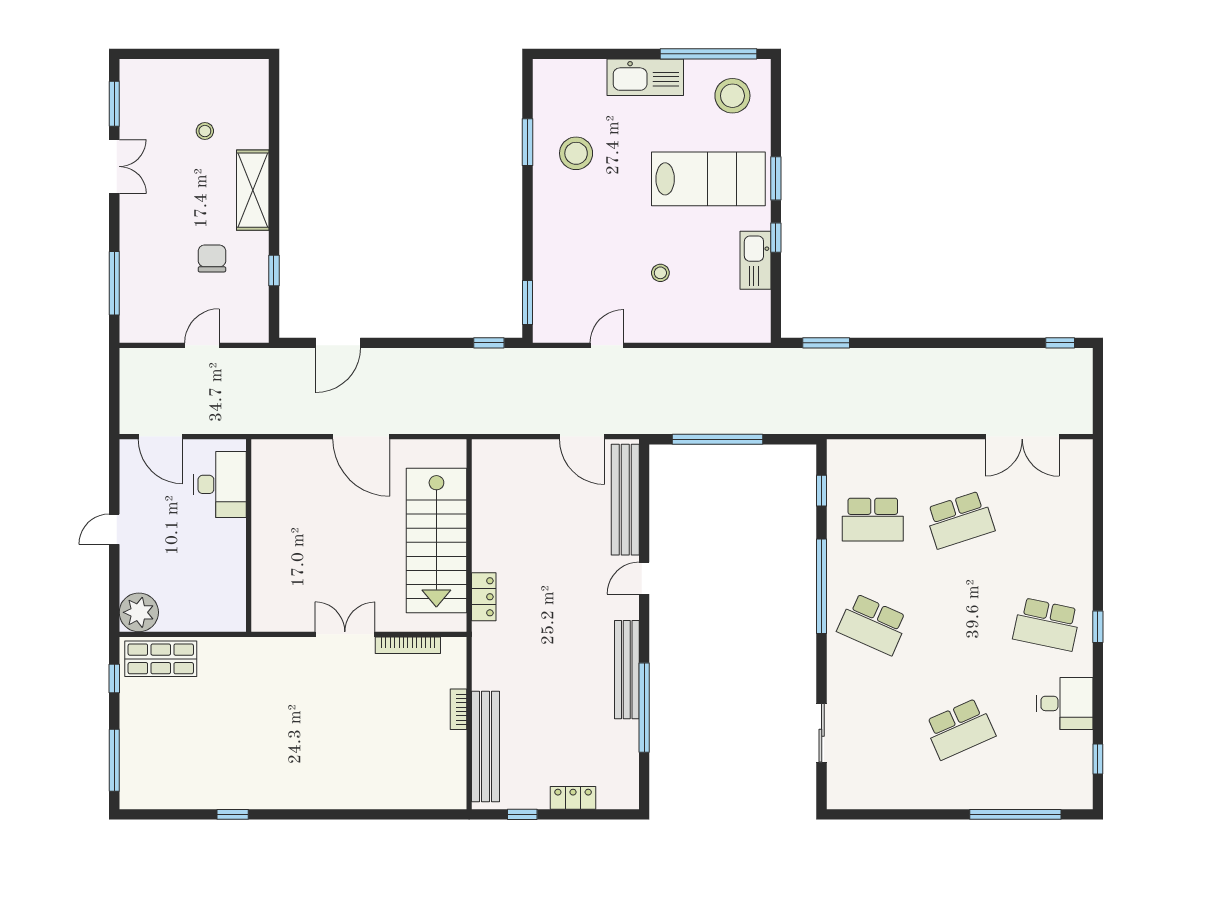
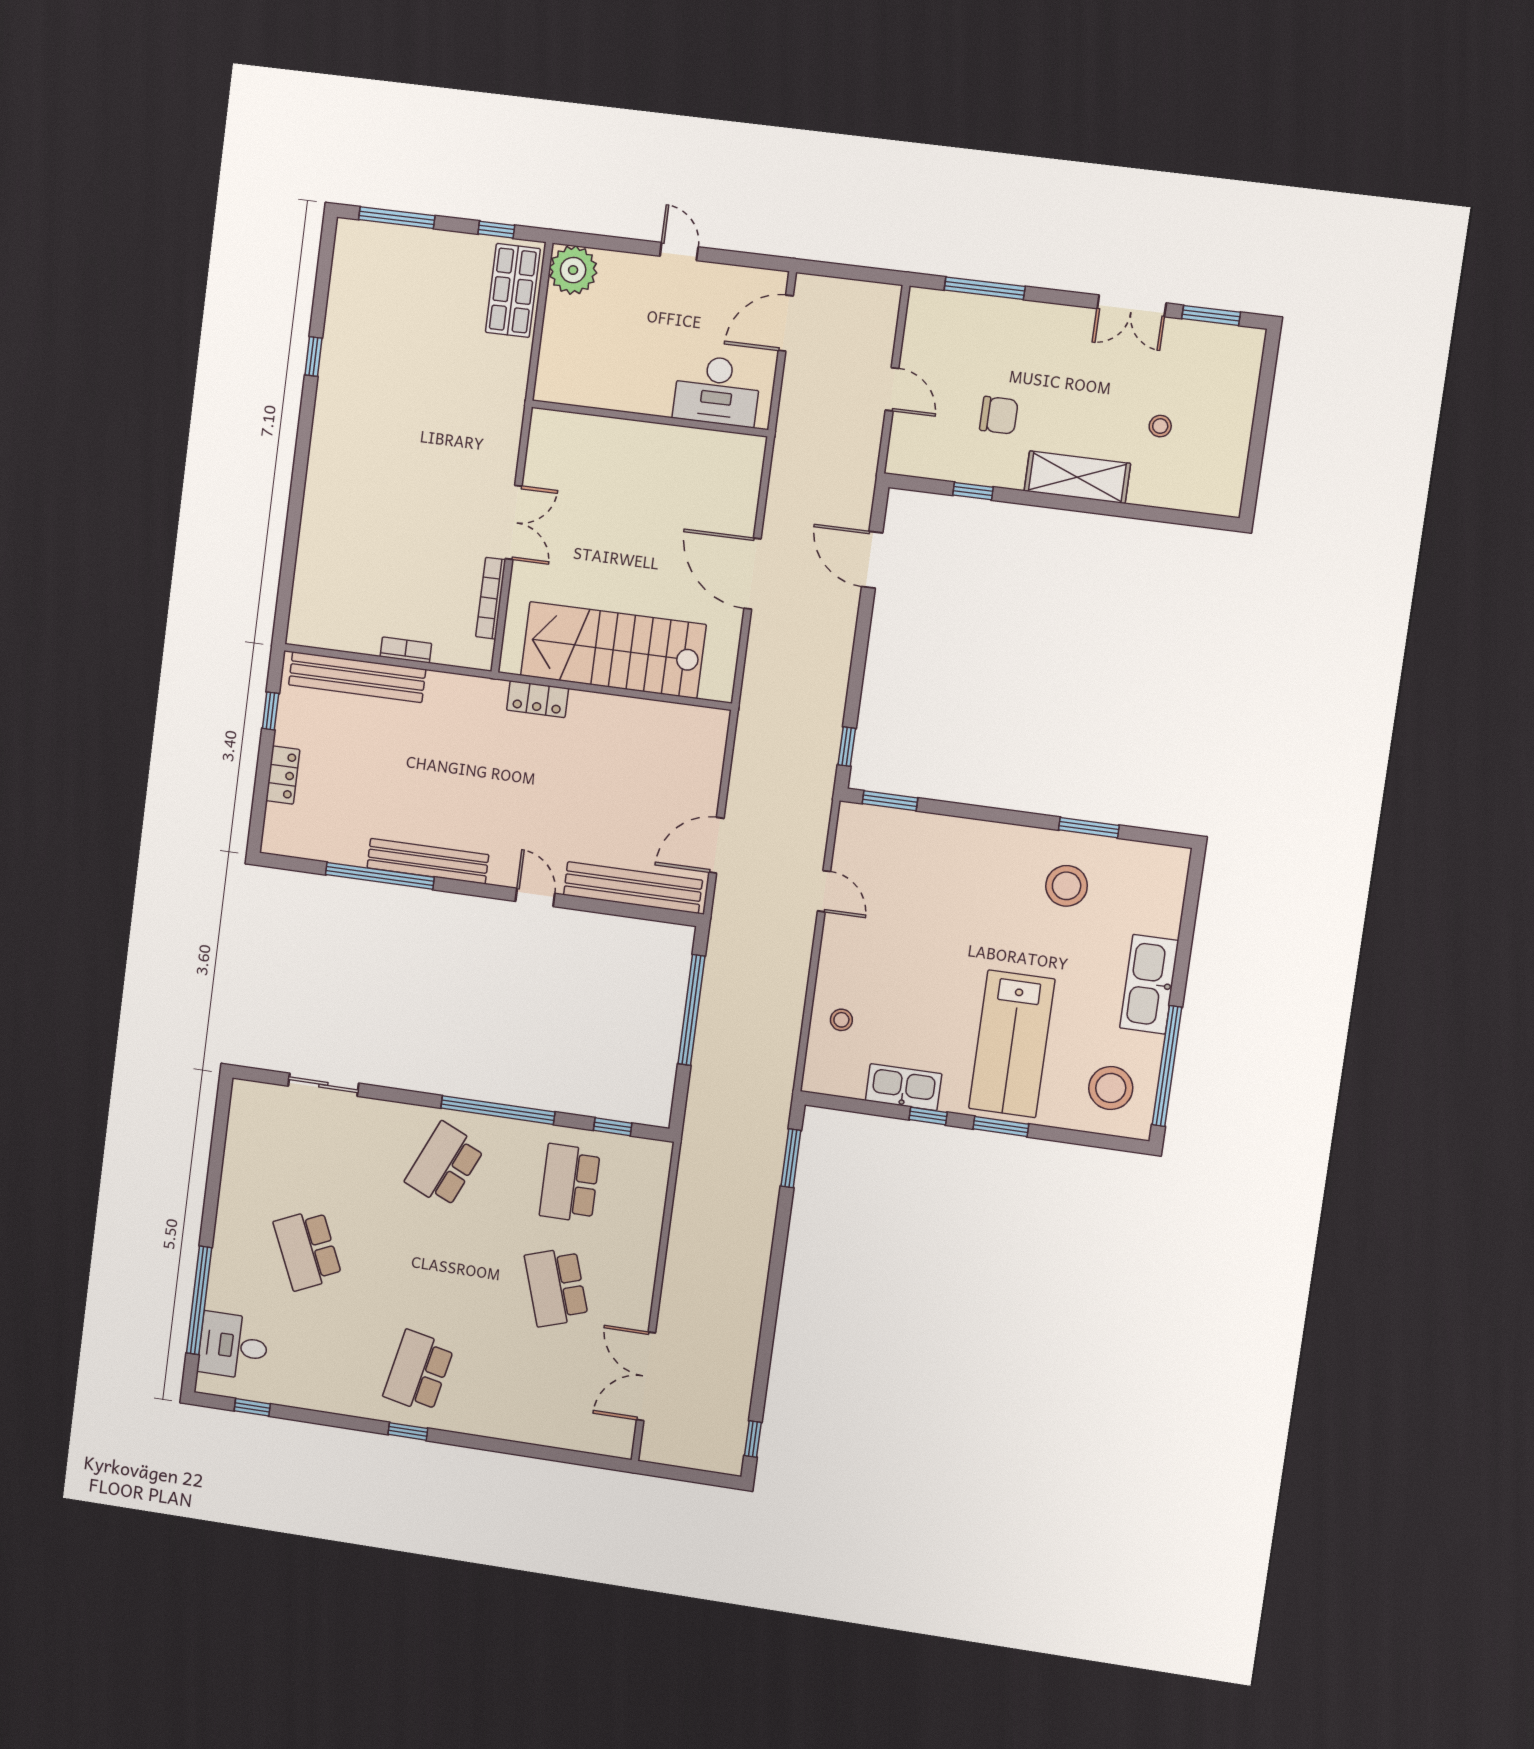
stool: (660, 273) -> (841, 1020), moved
door: (361, 437) -> (753, 574), hinge flipped
desk: (1065, 703) -> (233, 1346), moved, turned 90

